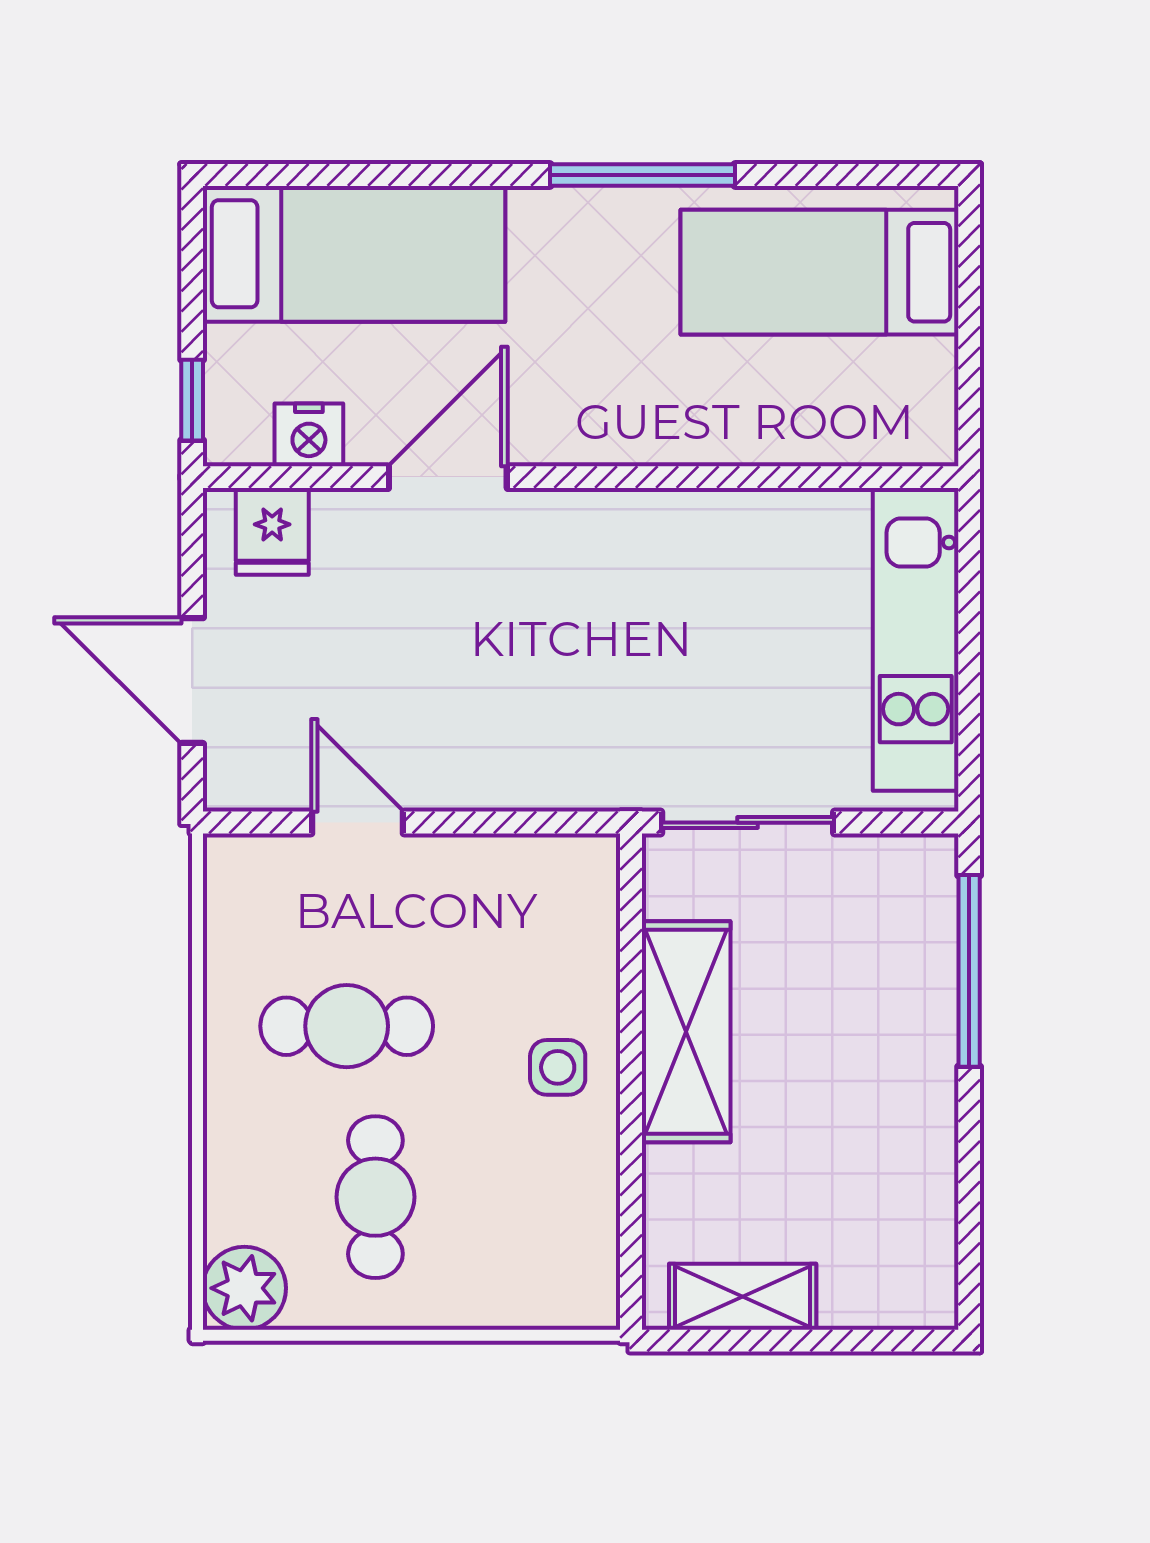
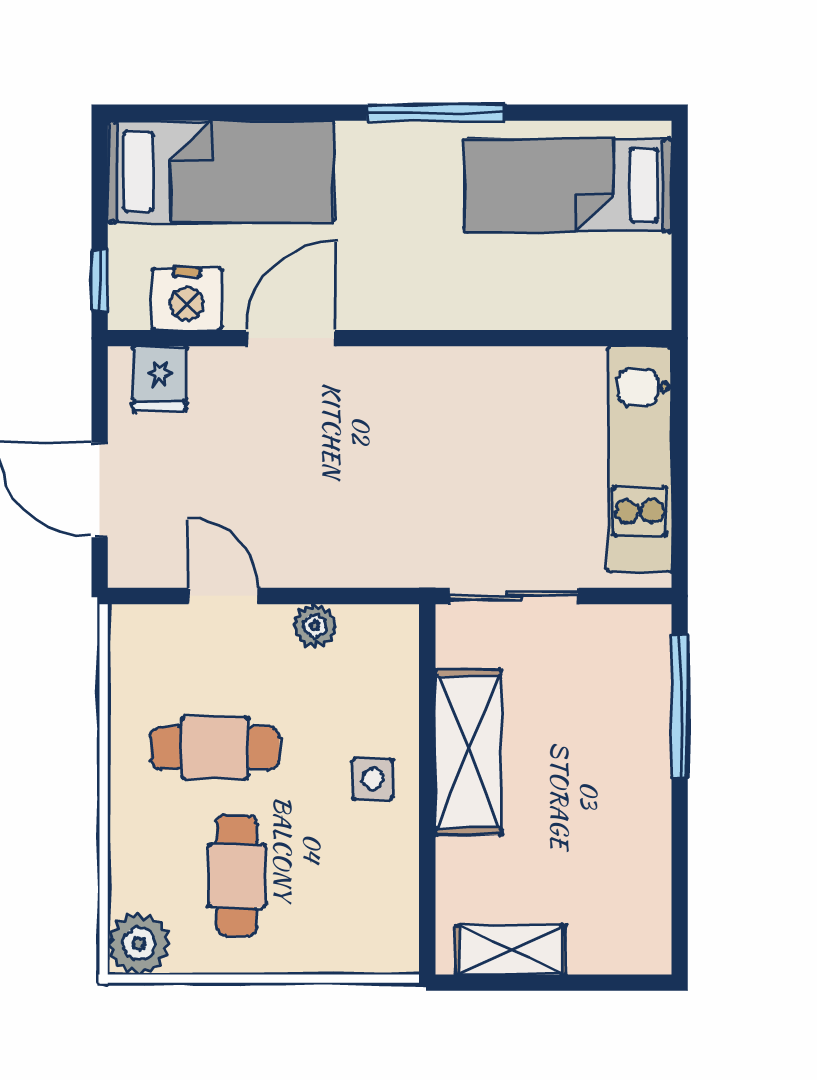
nightstand: (309, 435) -> (187, 299), width x1.36, depth x1.33
plant: (480, 862) -> (315, 626), added

